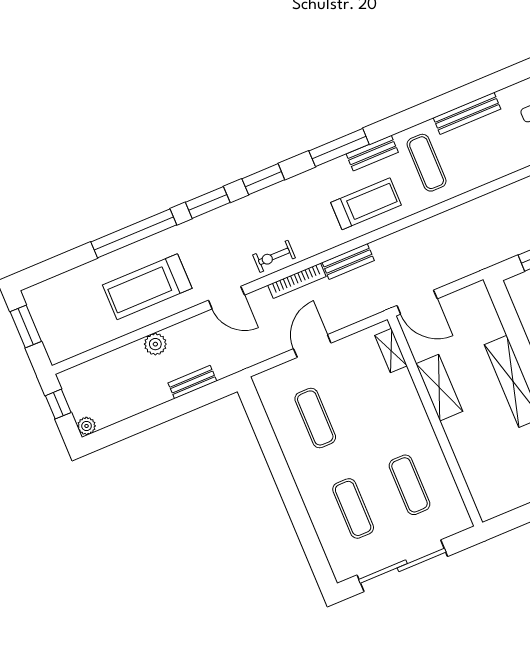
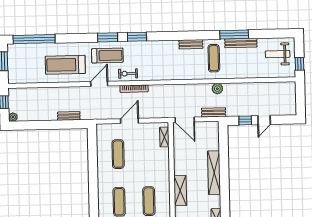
window: (339, 148) -> (234, 35), moved
treadmill: (366, 204) -> (107, 55), moved
window: (134, 233) -> (34, 39), moved
bench: (348, 262) -> (214, 112), moved
door: (226, 298) -> (99, 84), swing flipped
plant: (155, 344) -> (217, 89), moved
shelving: (439, 388) -> (180, 191), moved

